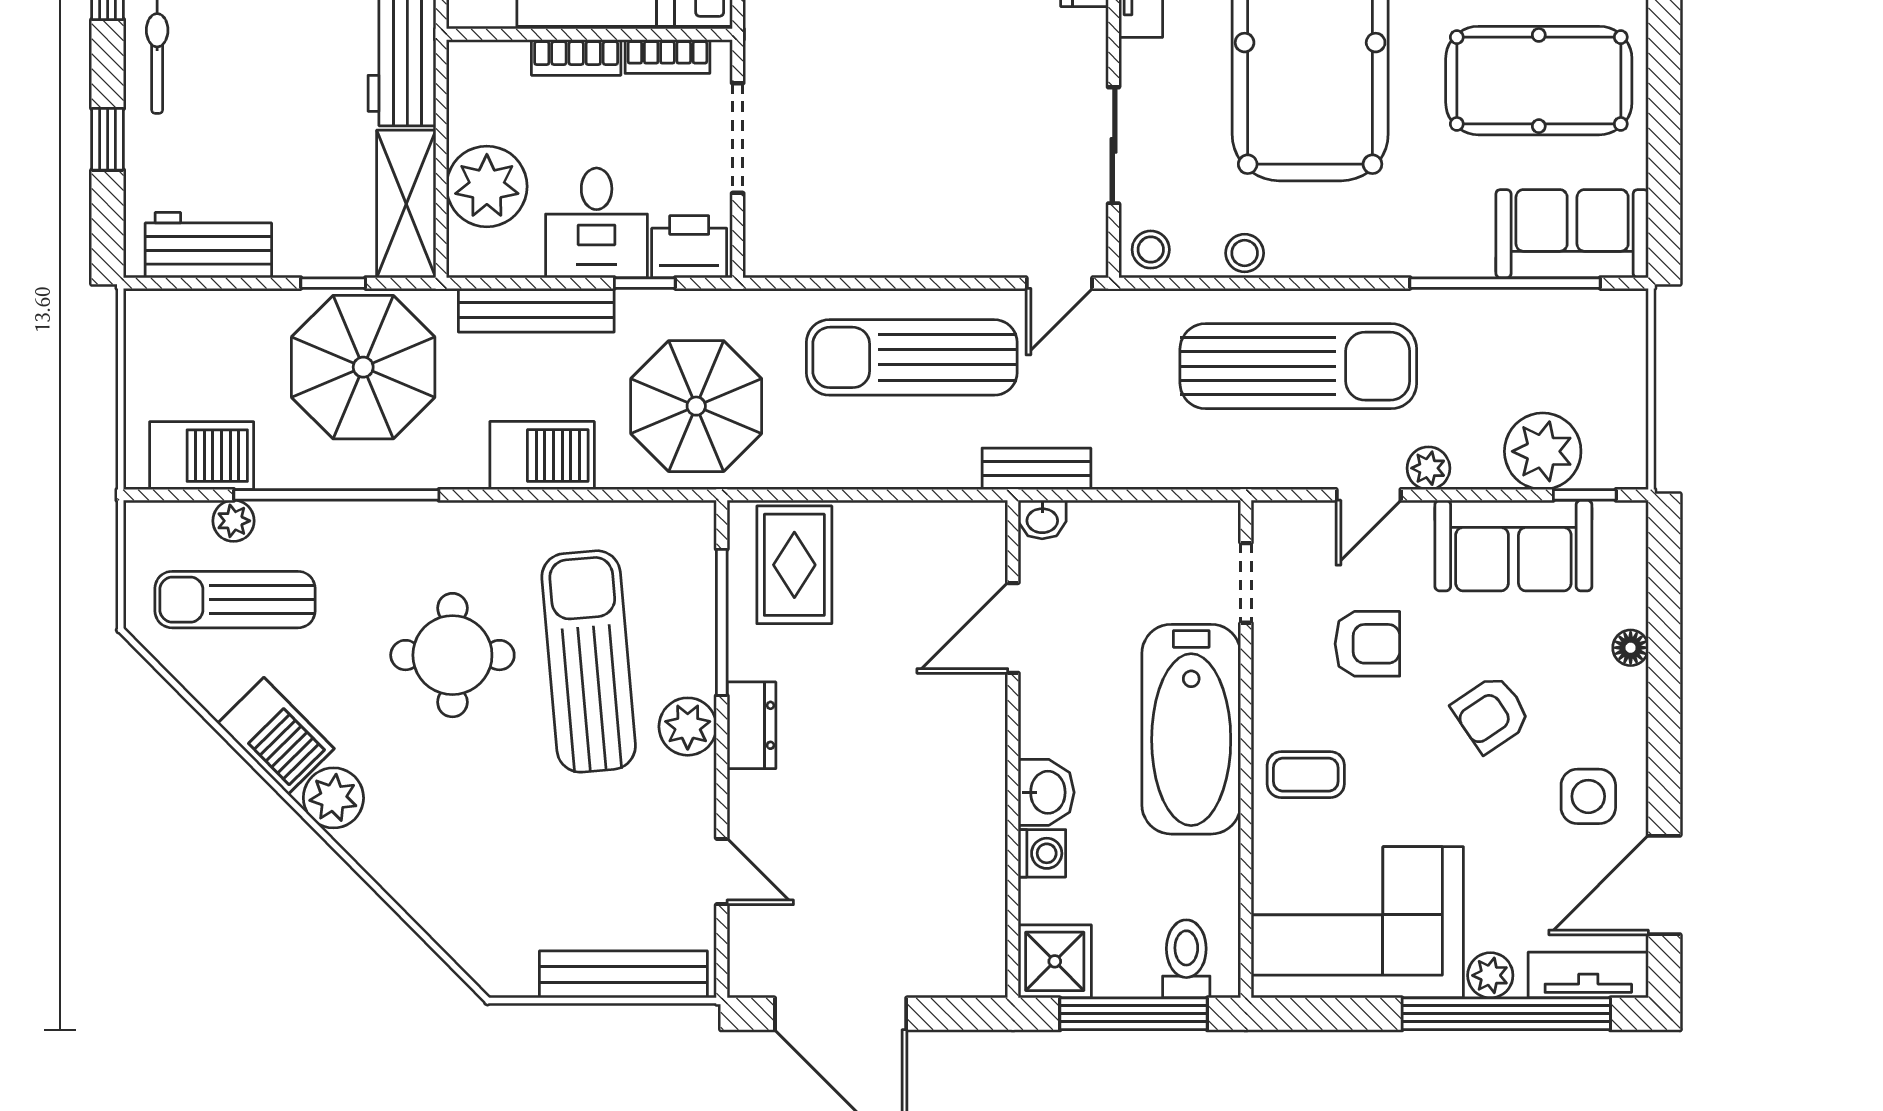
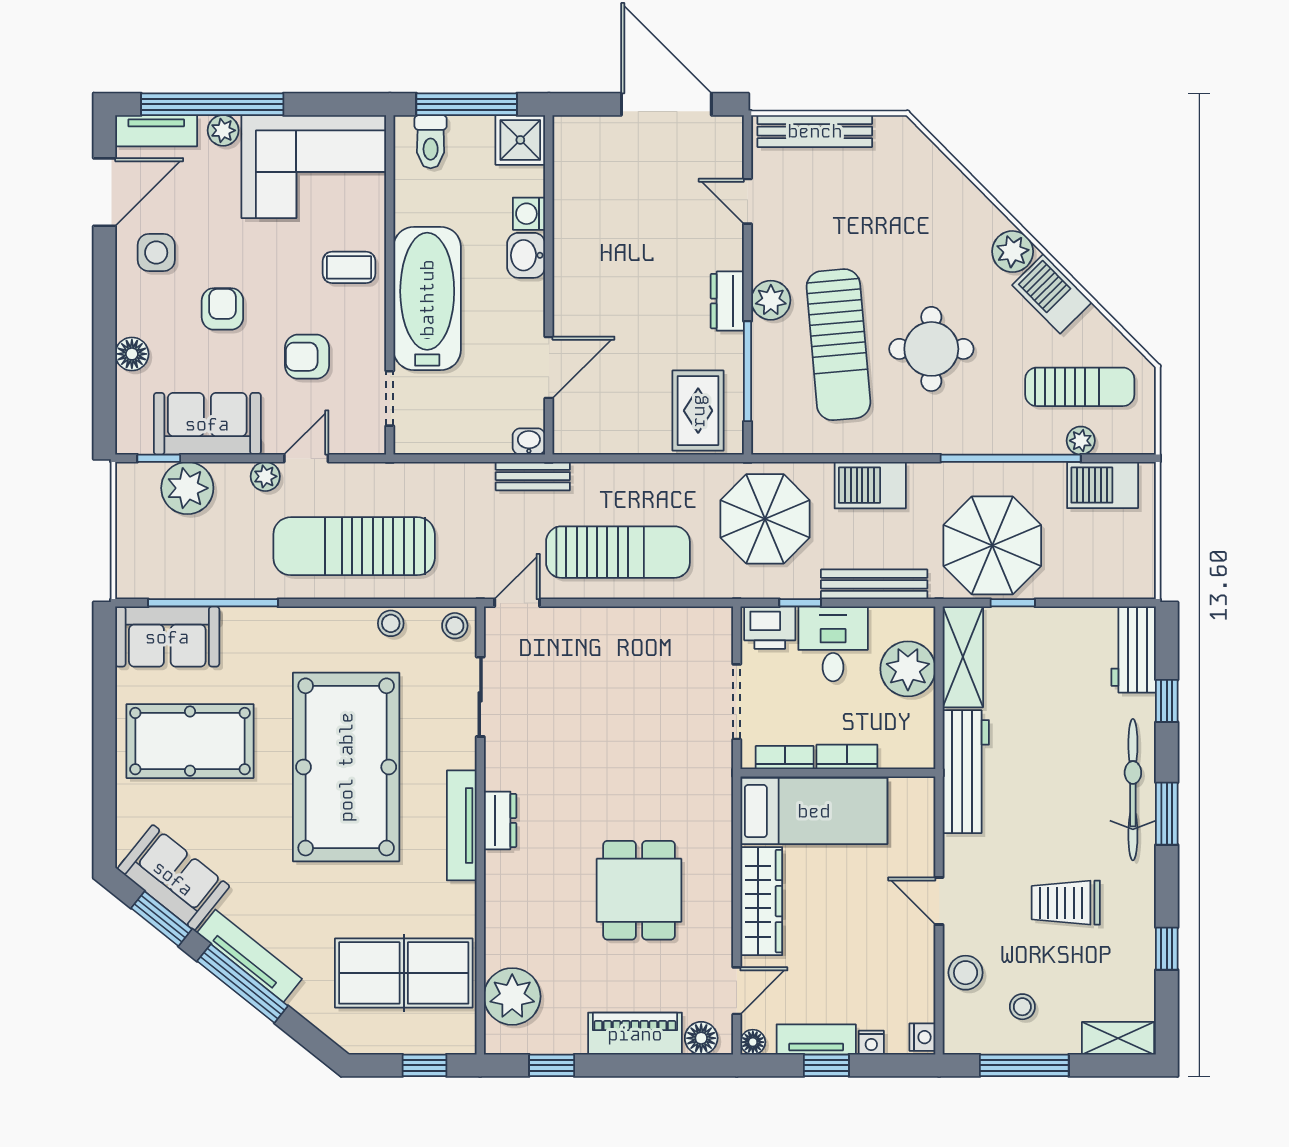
workbench: (208, 245) -> (1134, 650), moved, turned 90
floor lamp: (1631, 648) -> (132, 354), width x1.37, depth x1.37
armchair: (1491, 714) -> (222, 309), turned -56

